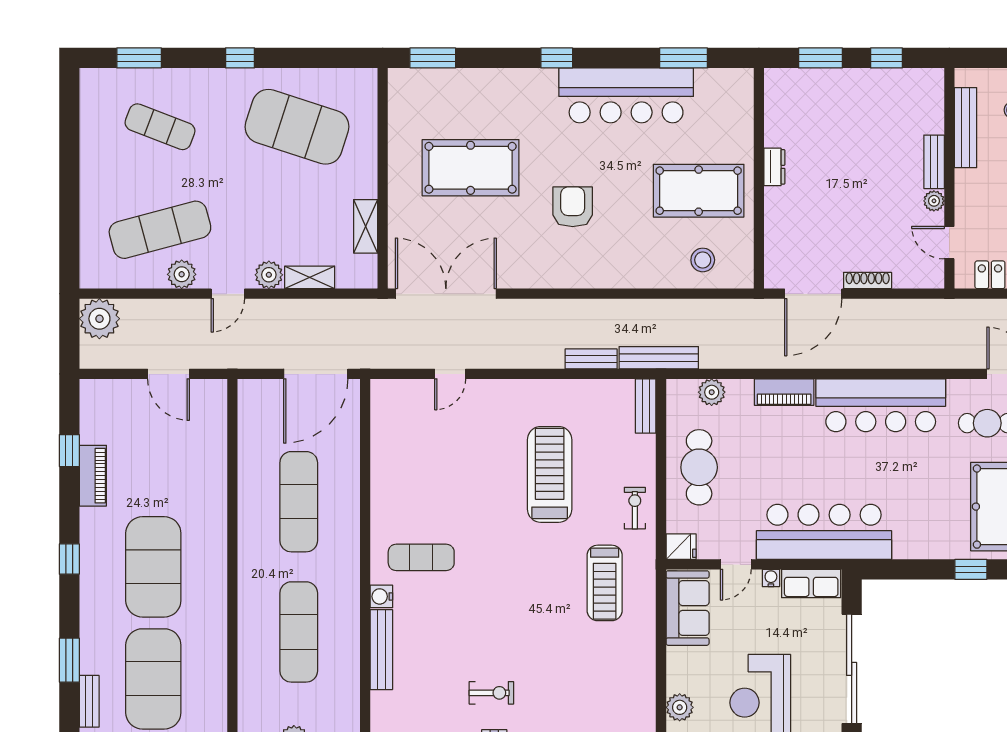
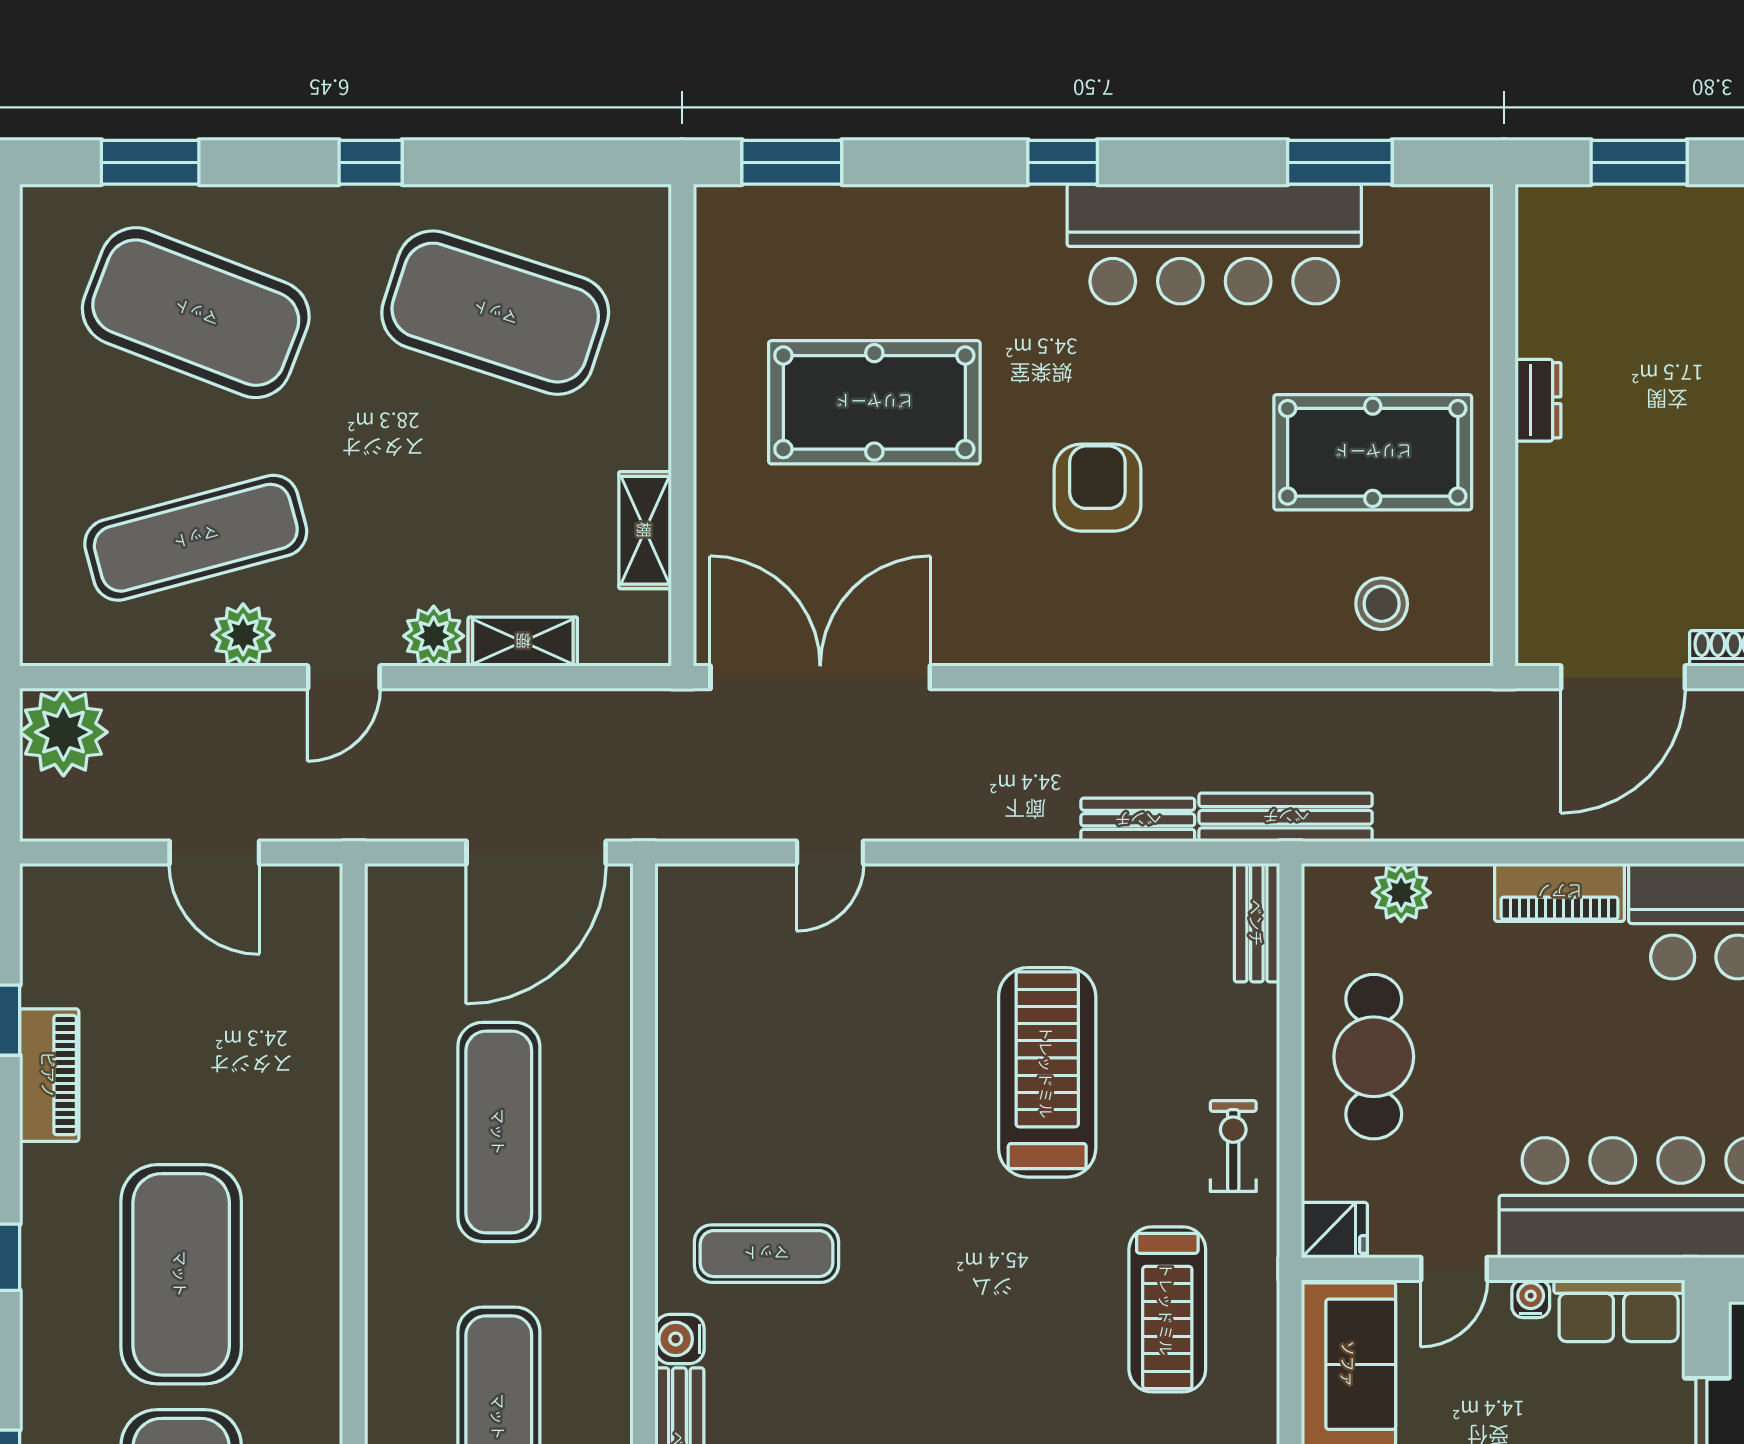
exercise mat: (160, 127) -> (196, 313), width x2.00, depth x1.45

